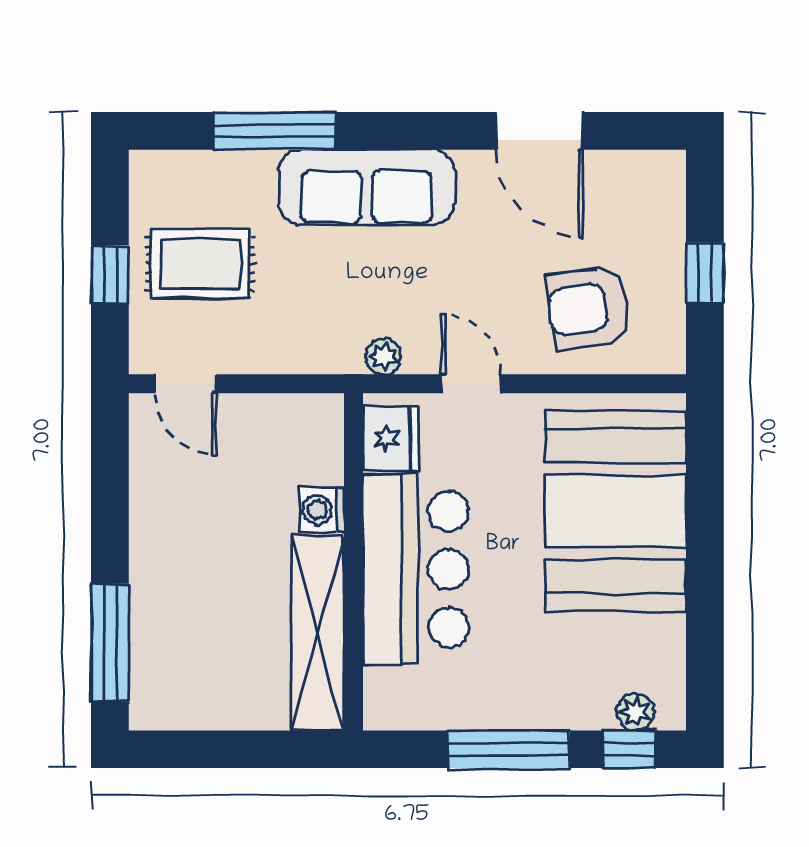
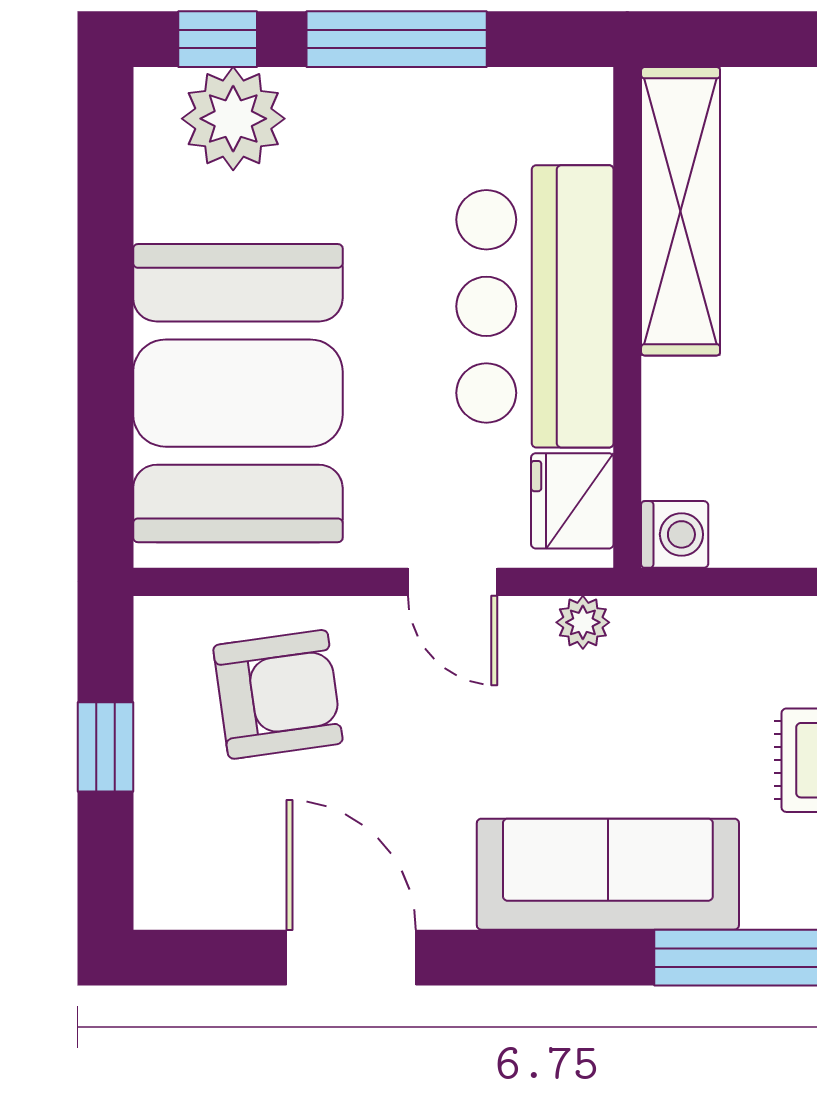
washing machine: (322, 510) -> (675, 534), moved
plant: (635, 712) -> (233, 119), width x1.88, depth x1.88

